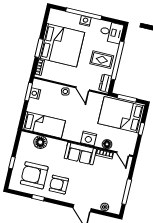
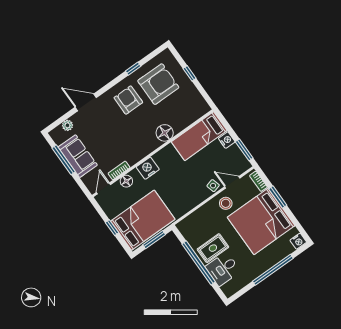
nightstand: (85, 21) -> (298, 241), moved
desk: (111, 32) -> (223, 269), moved
stool: (69, 75) -> (226, 203), added
dresser: (105, 83) -> (187, 232), removed
door: (83, 89) -> (232, 182), moved
nightstand: (35, 93) -> (227, 140), moved
floor lamp: (40, 142) -> (165, 133), moved
sofa: (80, 154) -> (78, 156), moved, turned 90
door: (123, 154) -> (103, 188), hinge flipped
armchair: (59, 185) -> (128, 100), turned -90

